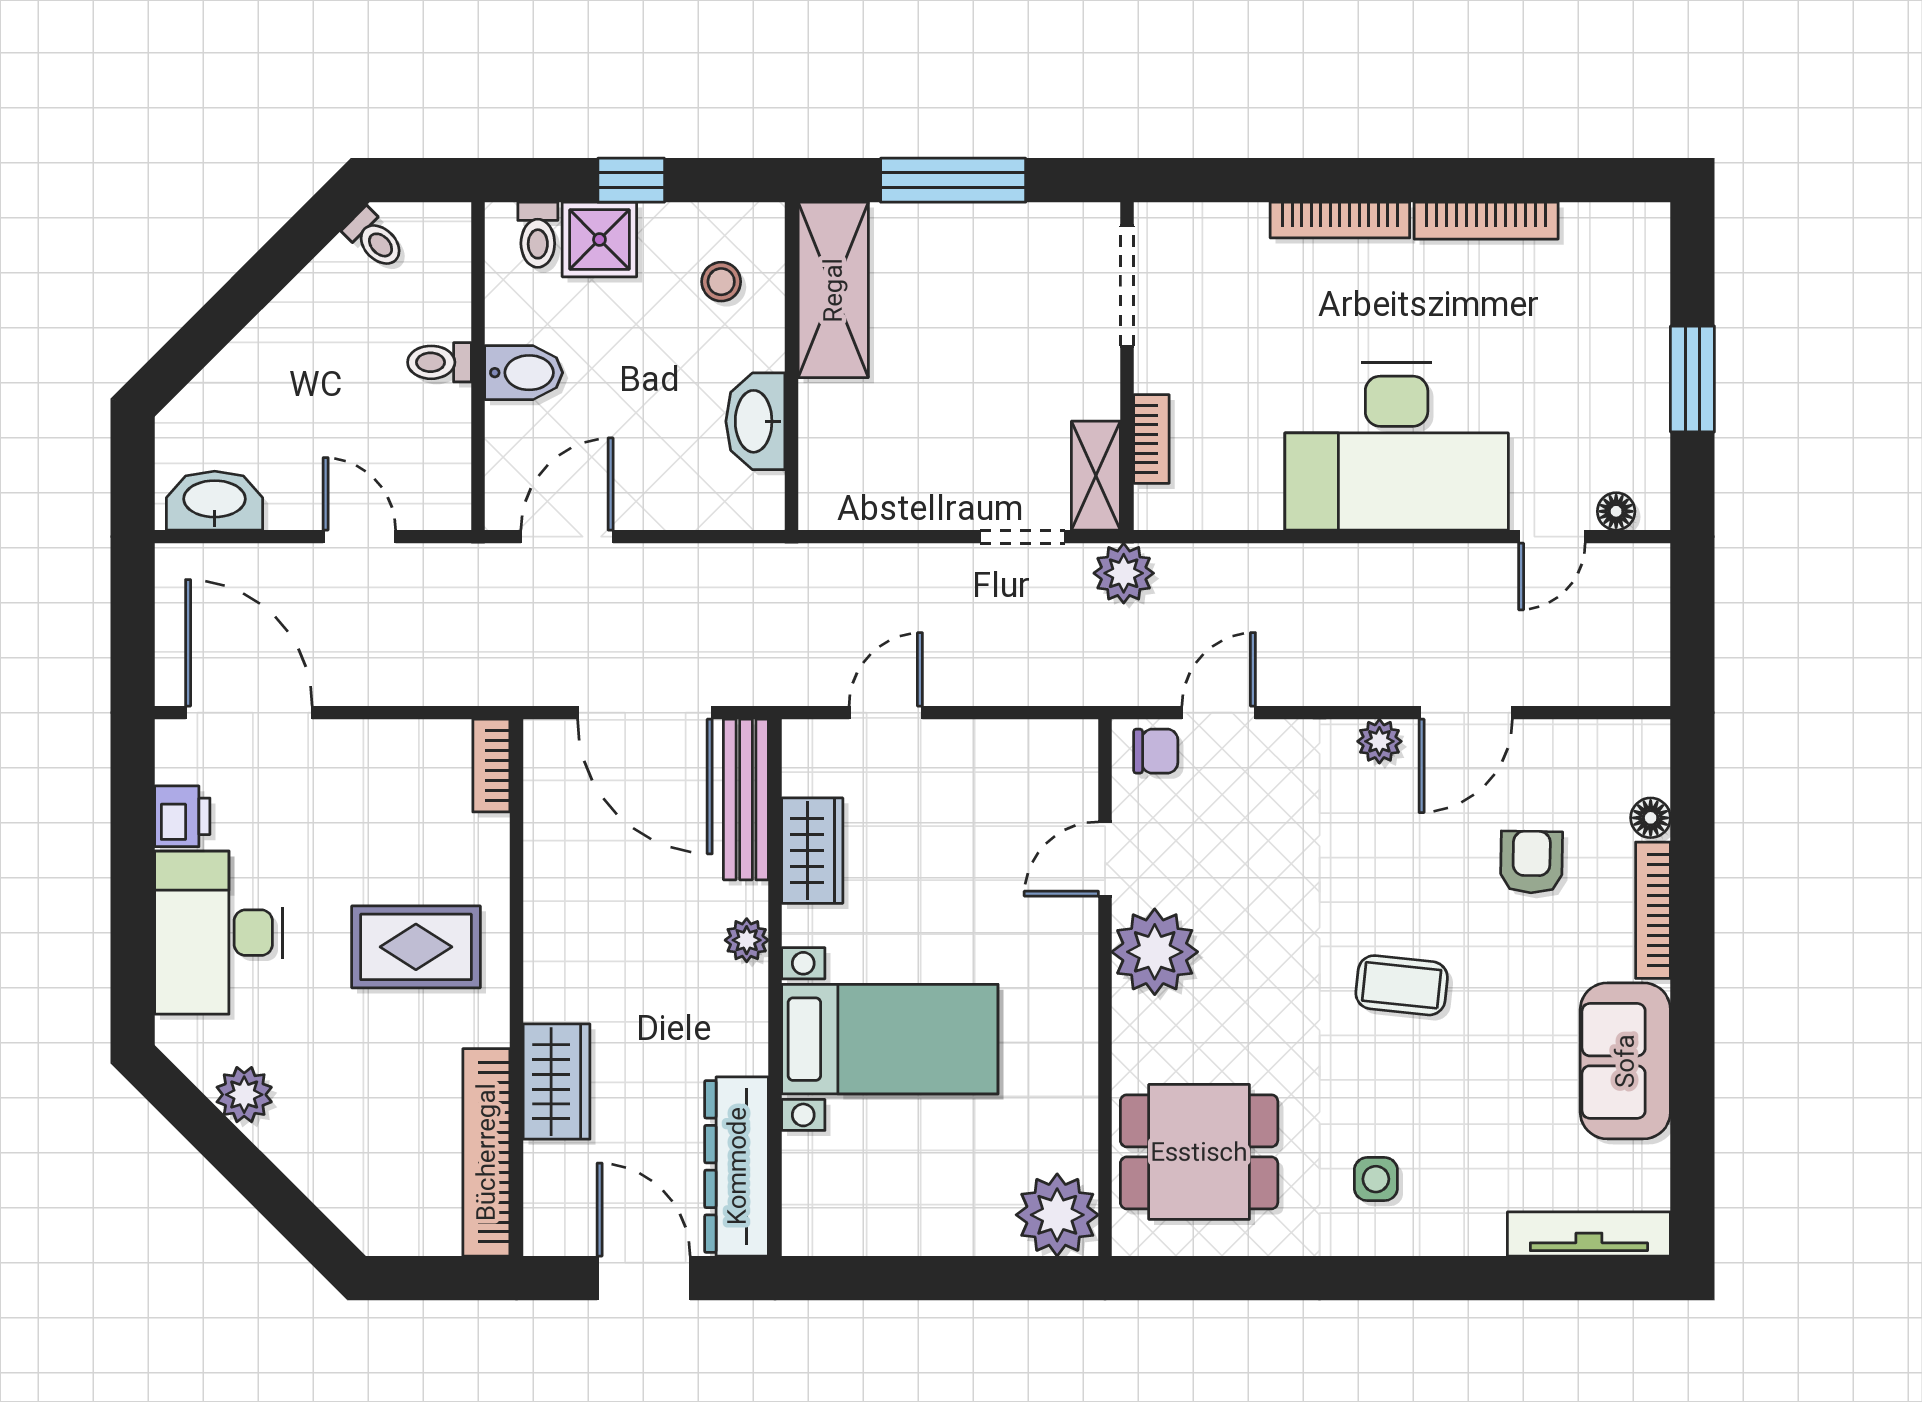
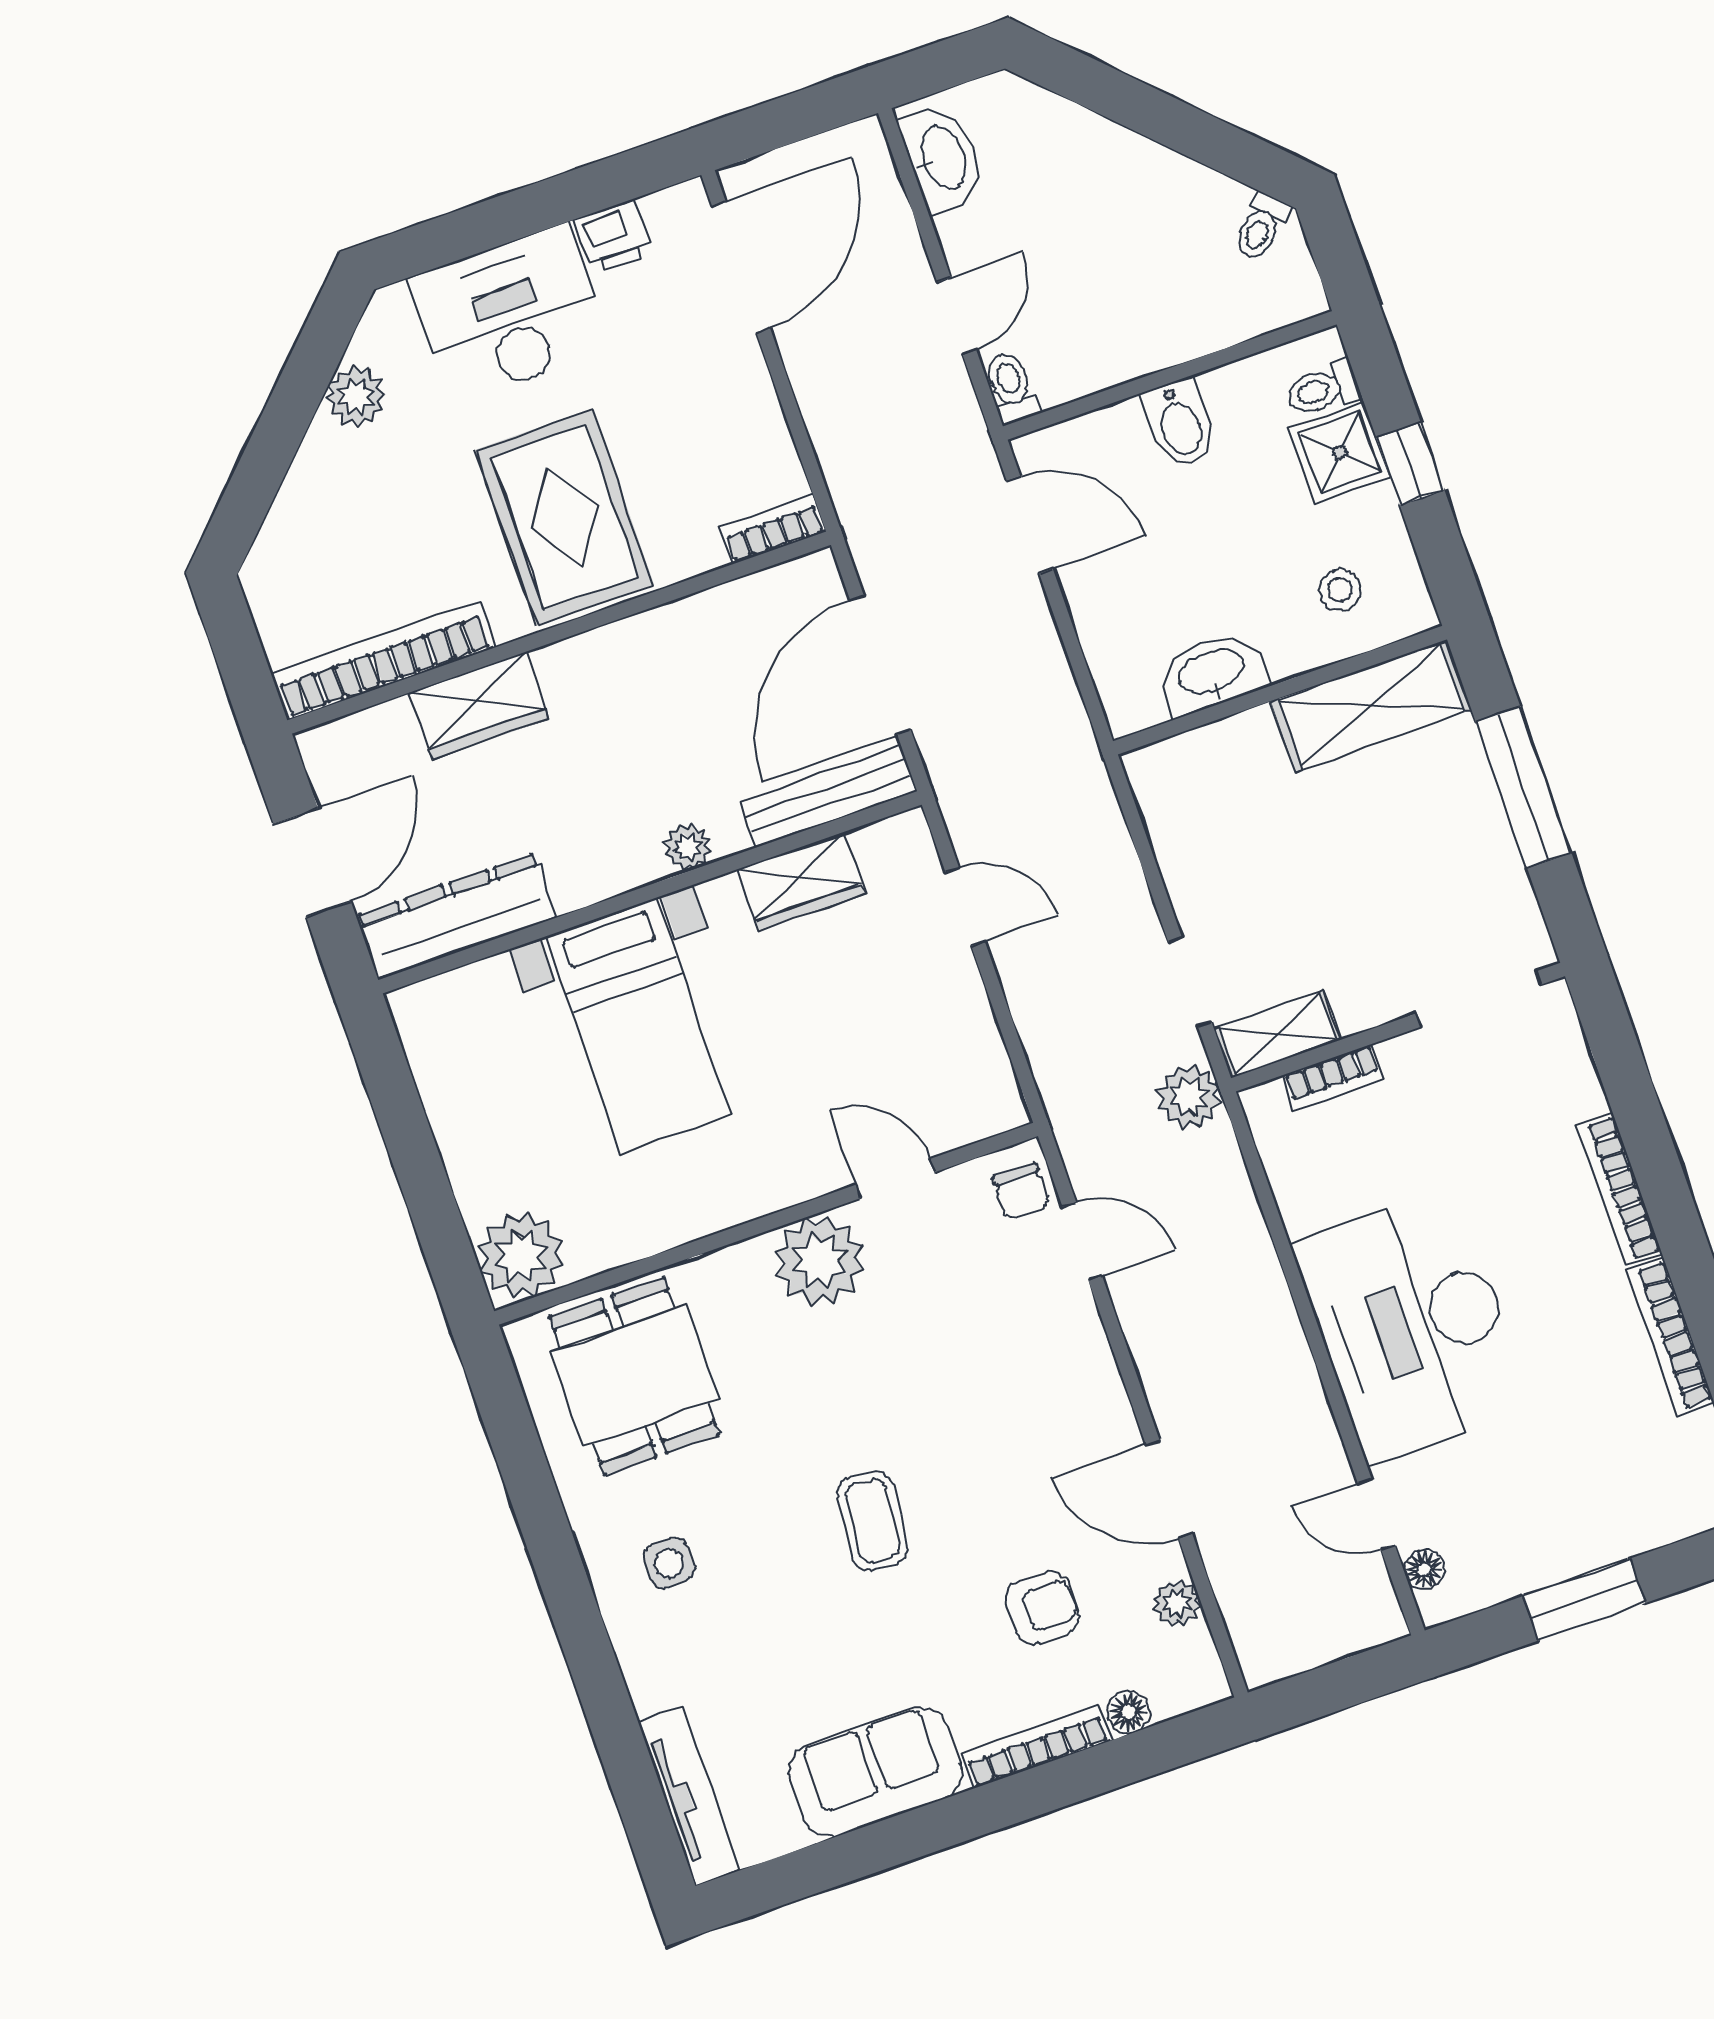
toilet: (439, 362) -> (1011, 387), moved
plant: (1379, 741) -> (1177, 1603), moved
rug: (416, 947) -> (565, 517), width x1.36, depth x1.43

